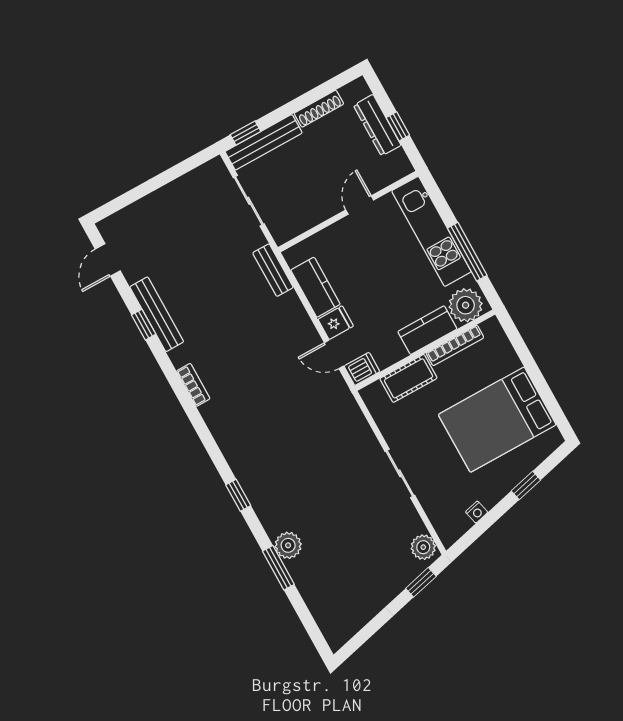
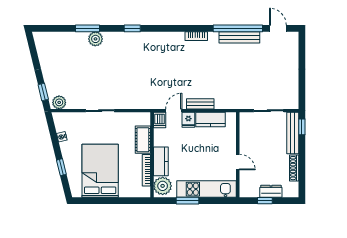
dresser: (377, 125) -> (271, 191), width x0.70
window: (467, 252) -> (187, 201), width x0.69
bench: (273, 270) -> (200, 104), moved
window: (144, 325) -> (238, 28), width x3.17

